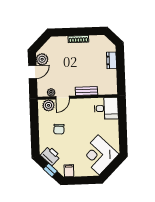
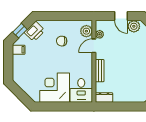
dresser: (112, 60) -> (104, 97), moved
door: (63, 98) -> (94, 46), hinge flipped
corner desk: (99, 155) -> (55, 88), moved, turned -45

